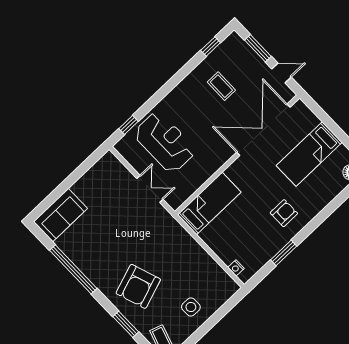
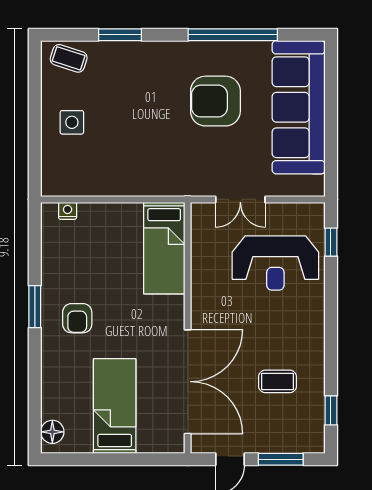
sofa: (60, 215) -> (299, 107), width x1.85, depth x1.27
window: (284, 253) -> (35, 307), moved
armchair: (138, 286) -> (215, 101), moved, turned -71

